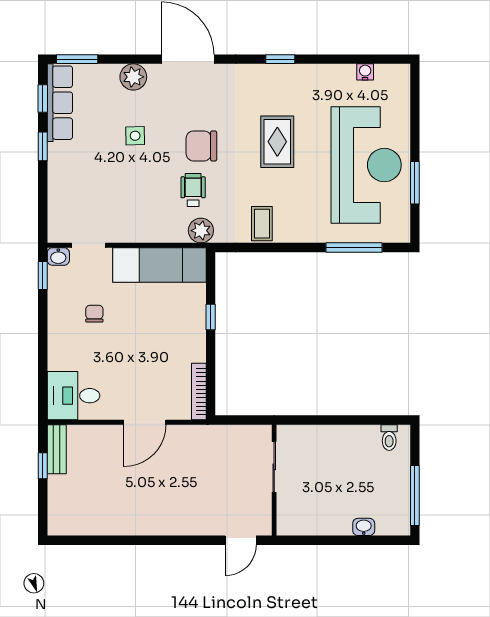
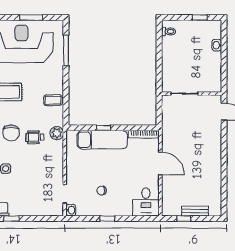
exam couch: (160, 265) -> (102, 140), moved, turned 90
window: (43, 275) -> (107, 219), moved
bench: (57, 449) -> (195, 211), moved
window: (415, 495) -> (200, 18), width x0.46

